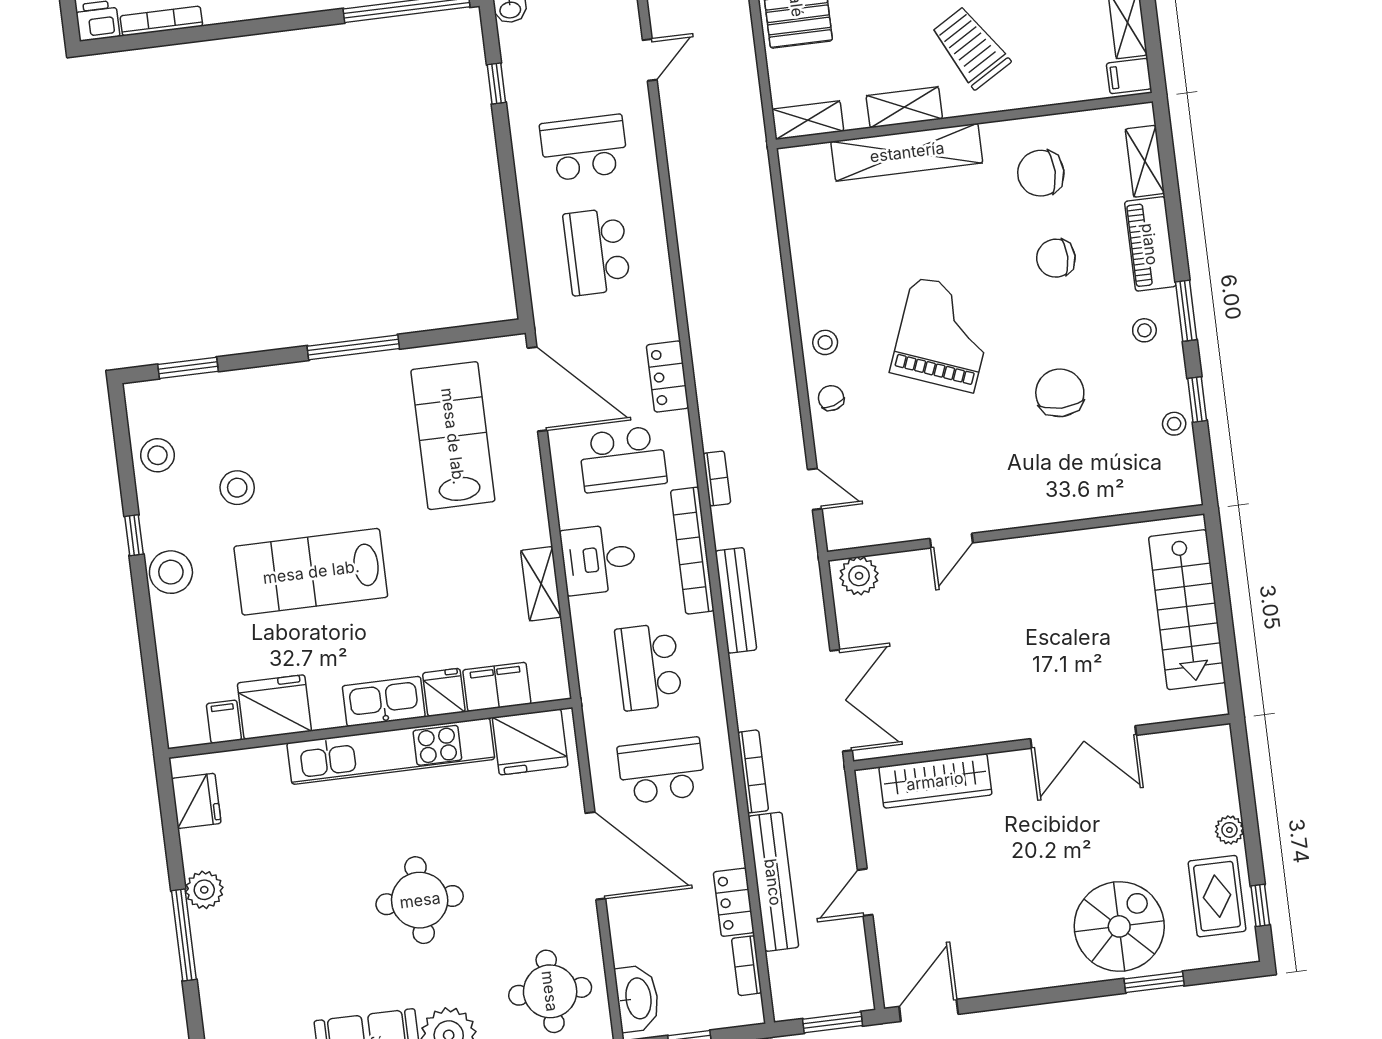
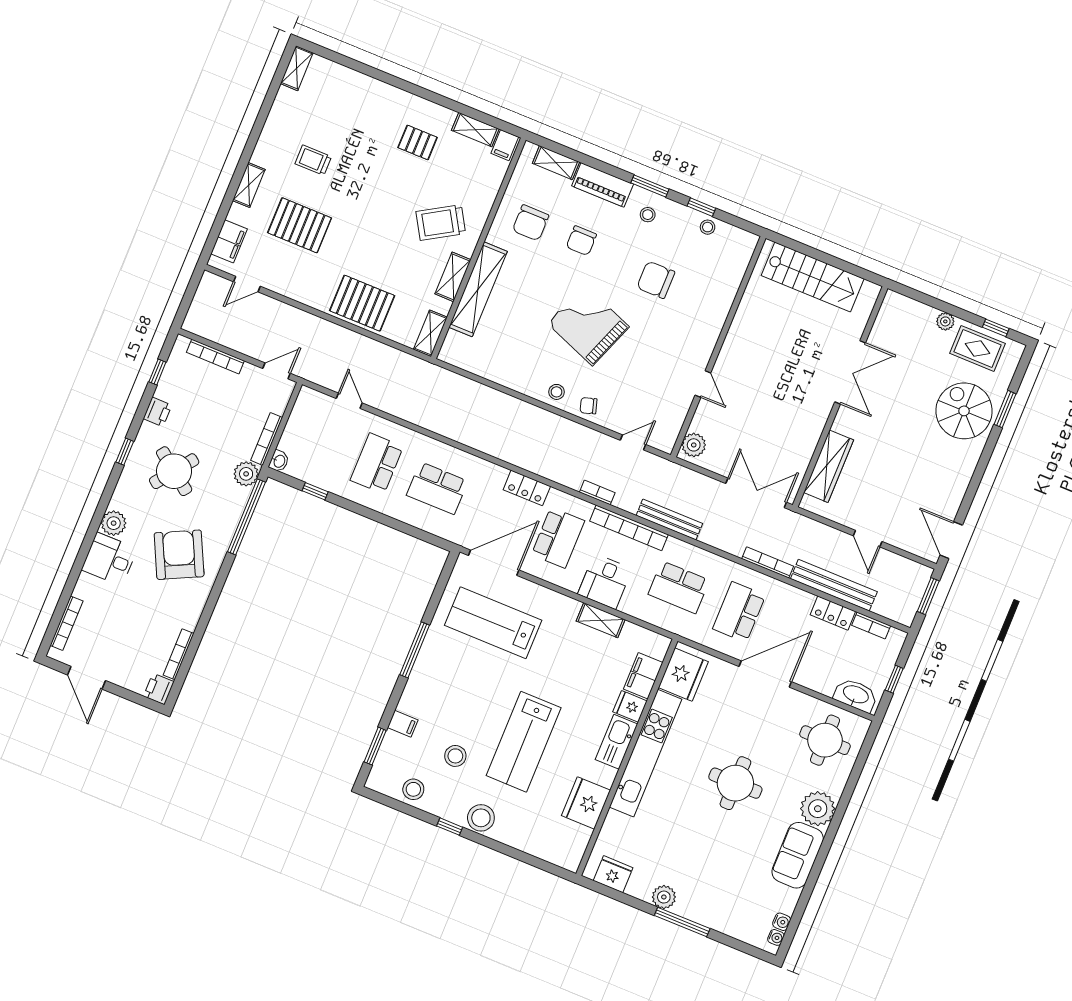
filing cabinet: (224, 722) -> (403, 724), moved, turned 180

